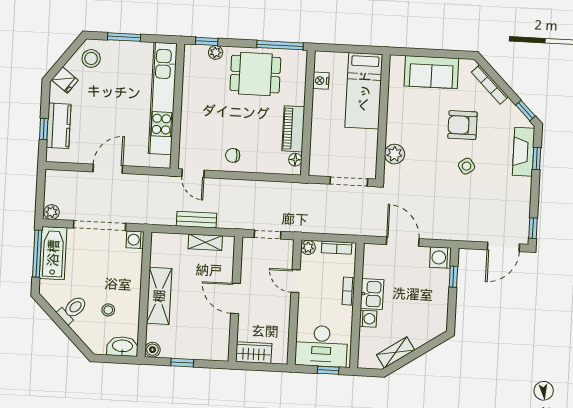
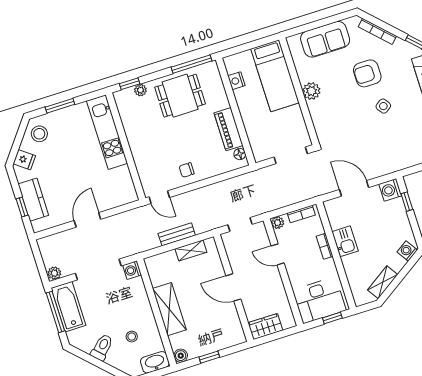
kitchen unit: (163, 98) -> (107, 132), width x0.73
plant: (395, 154) -> (311, 91), moved
washing machine: (368, 319) -> (407, 251), moved, turned -124

